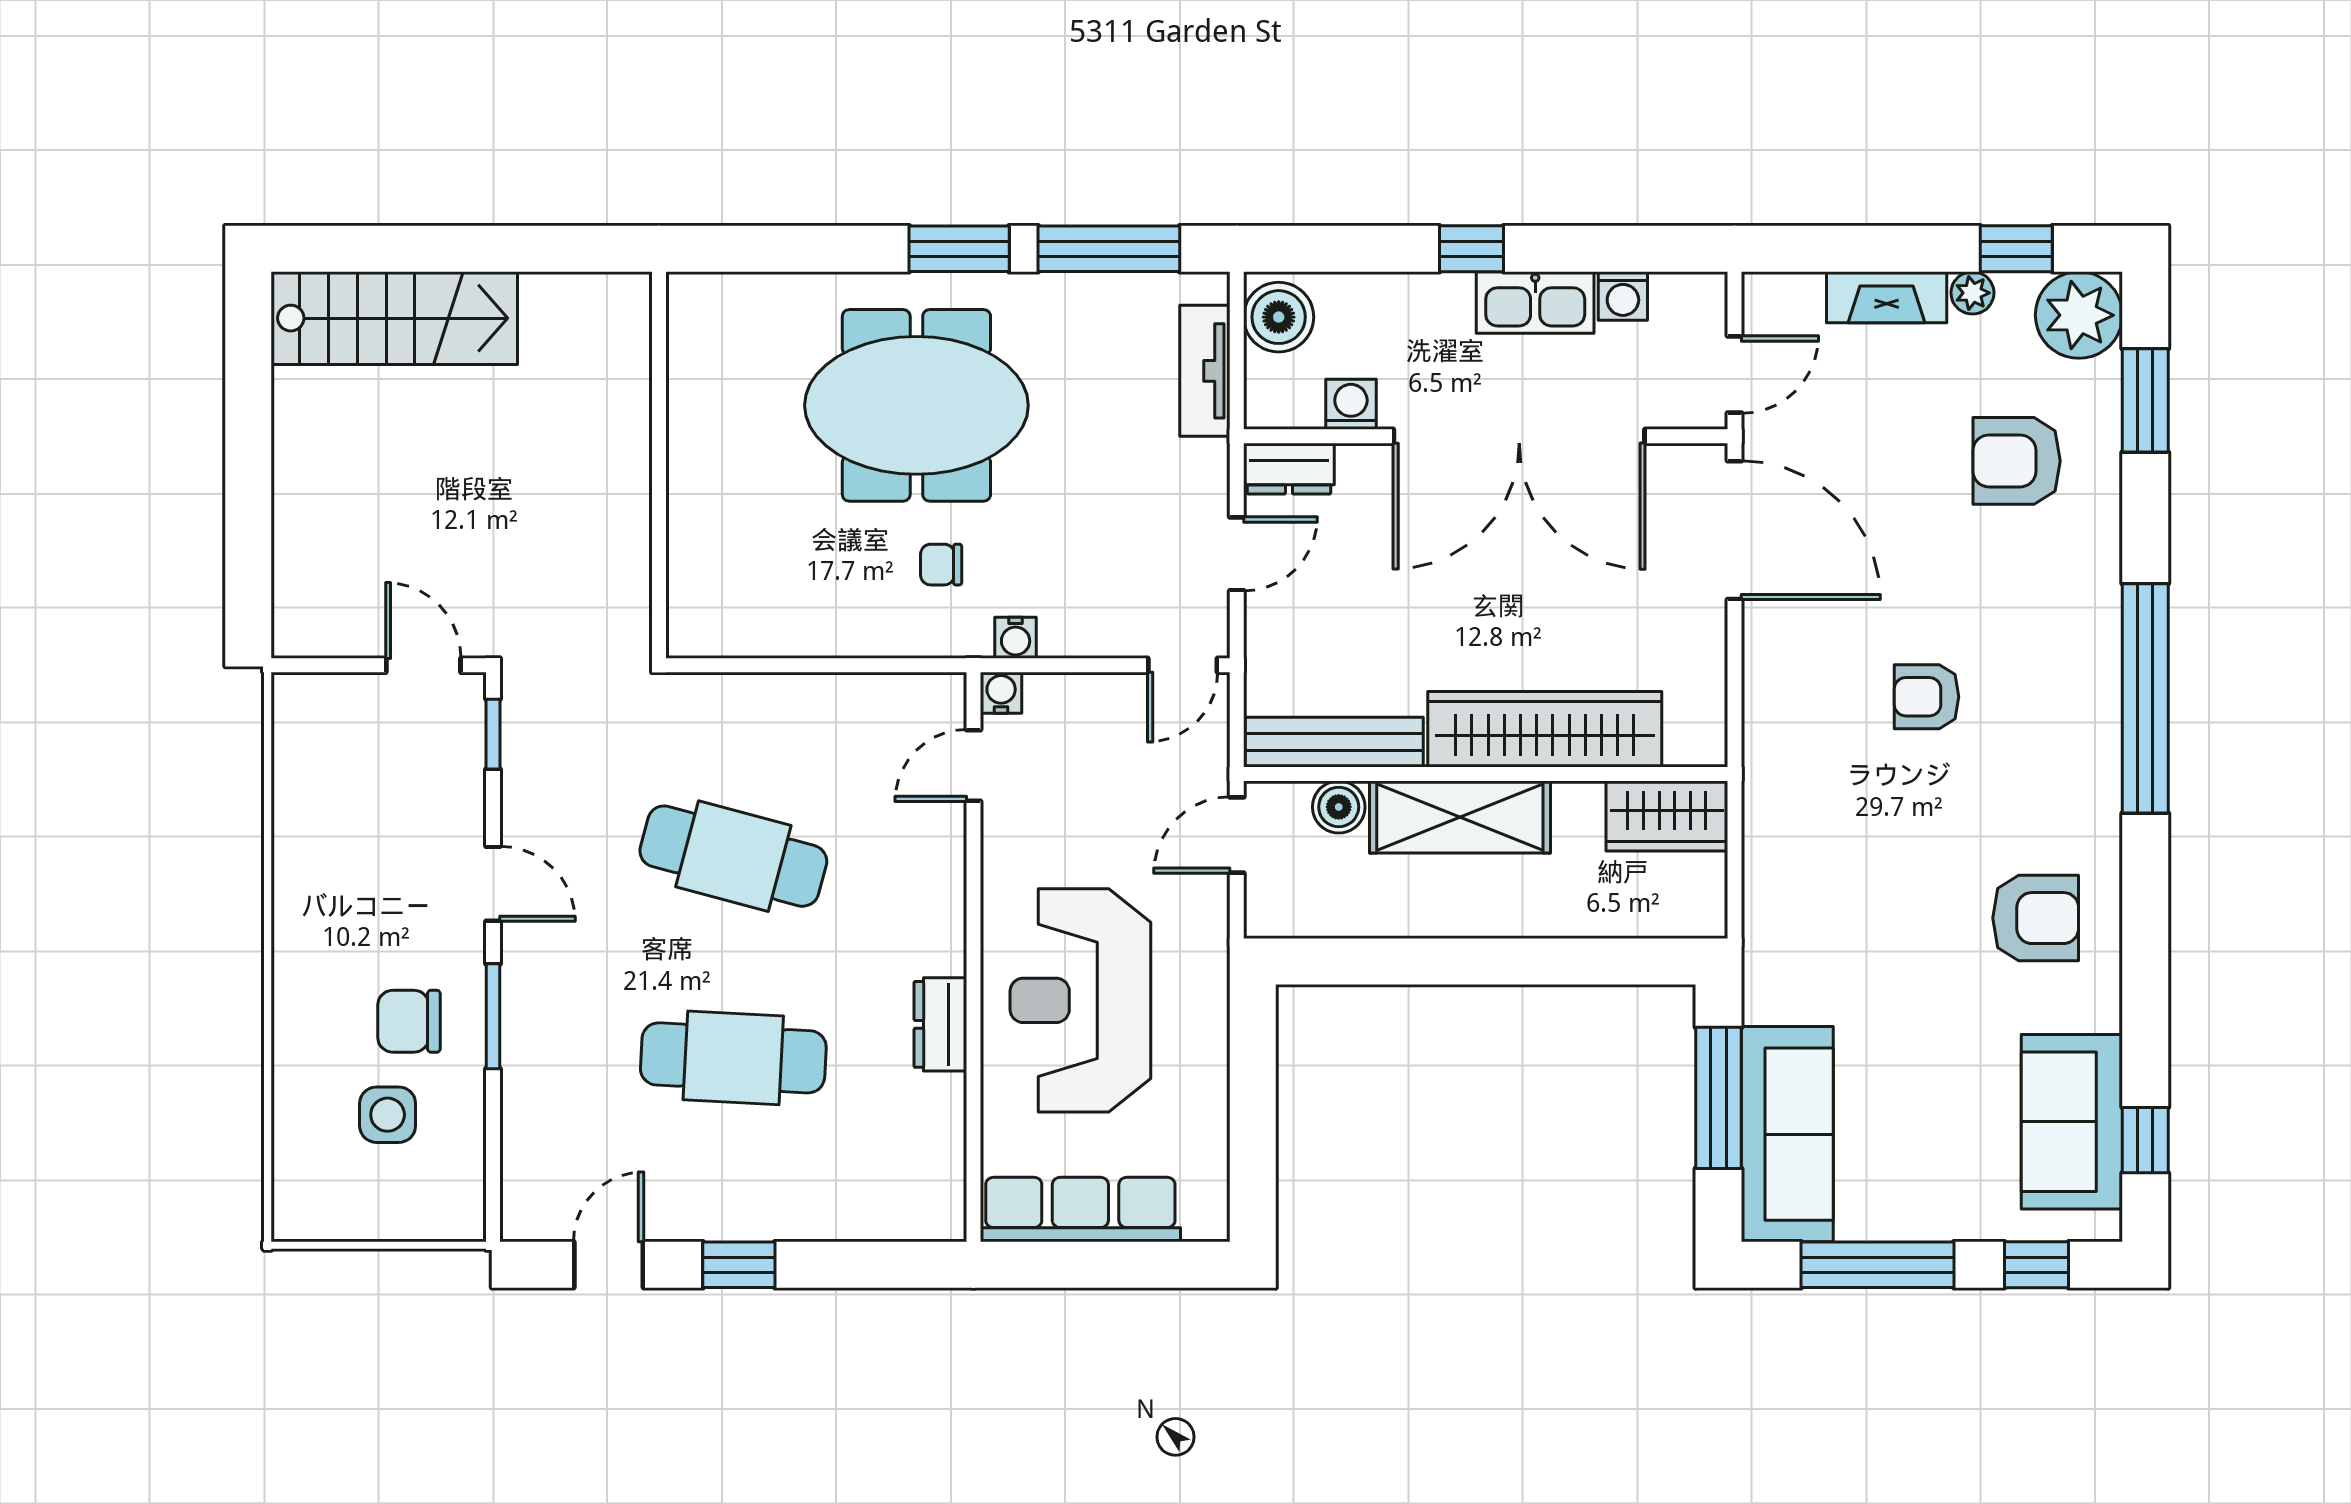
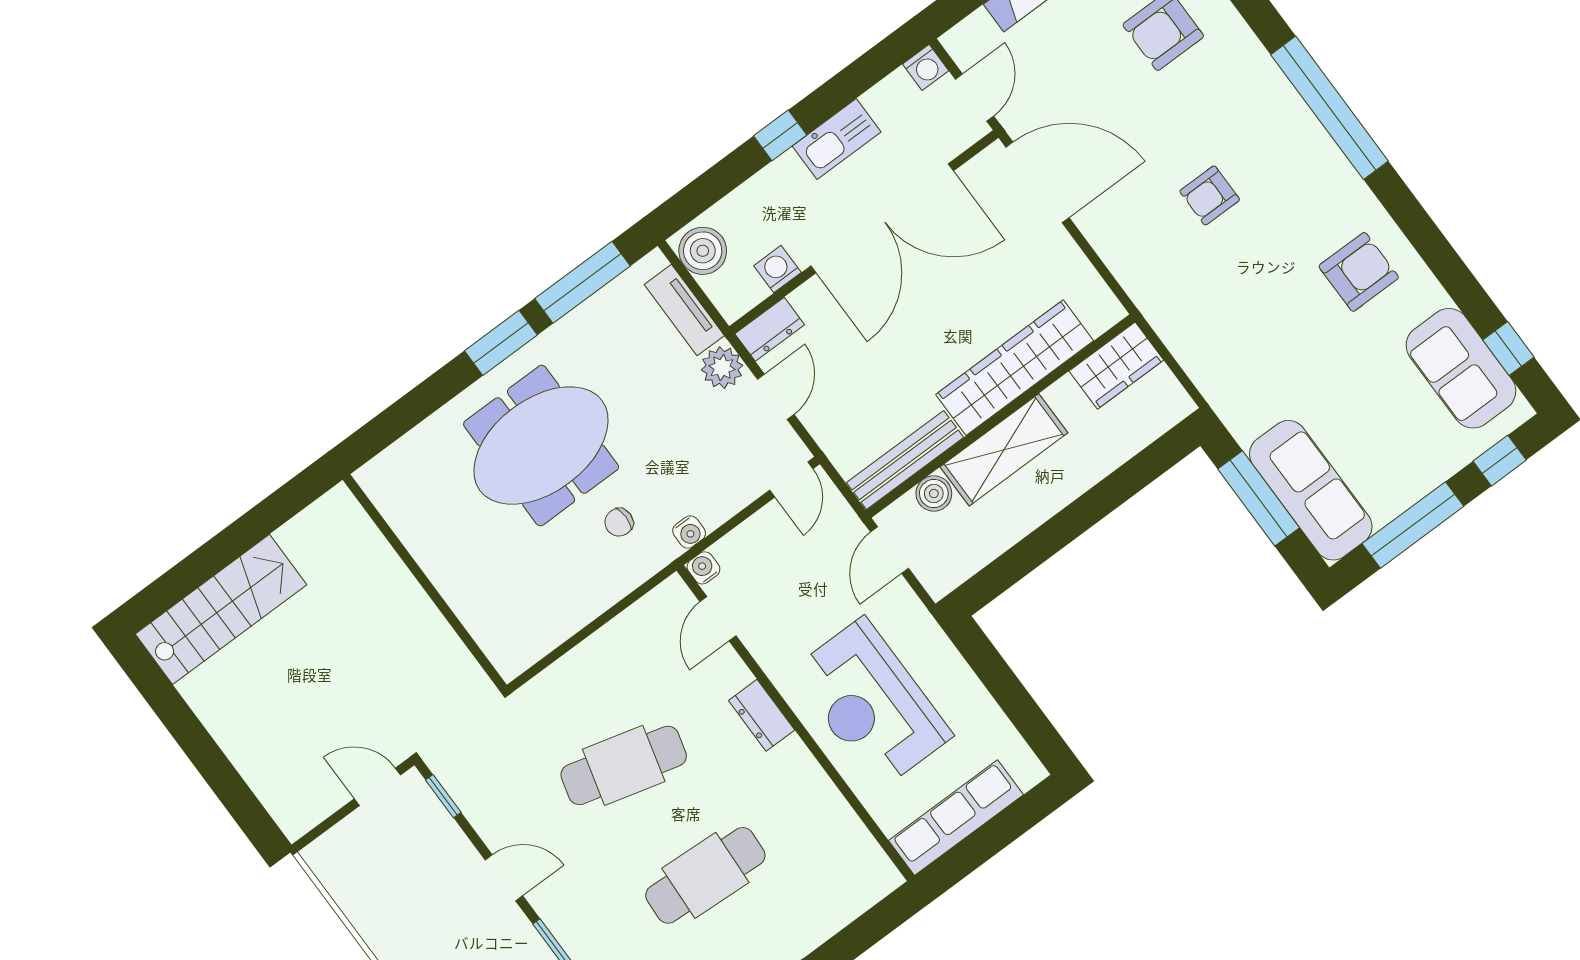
washing machine: (1623, 296) -> (926, 67), moved
plant: (1199, 472) -> (722, 368), added
dresser: (940, 1024) -> (762, 715), moved

